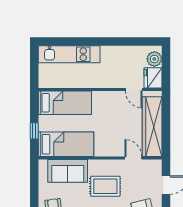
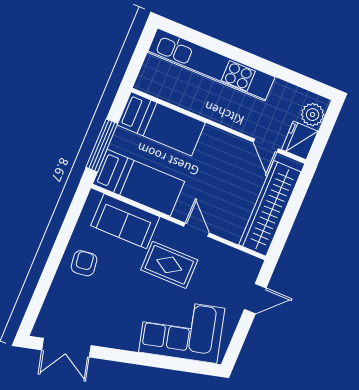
kitchen unit: (69, 54) -> (211, 65), width x1.36
window: (34, 131) -> (102, 145), width x2.17
door: (133, 158) -> (196, 230), moved

